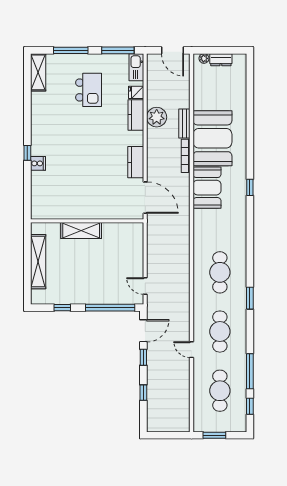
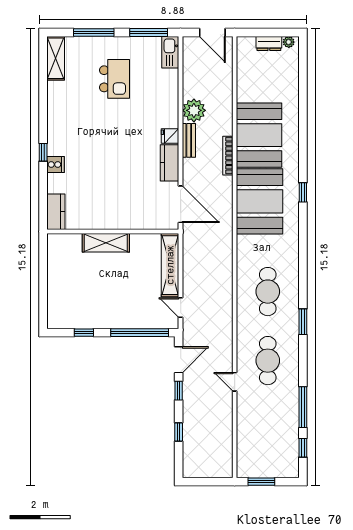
plant: (204, 58) -> (289, 42), moved
fridge: (136, 92) -> (170, 136), moved
kitchen counter: (136, 115) -> (56, 212), moved, turned 180
bench: (184, 123) -> (189, 140), moved
booth: (207, 188) -> (259, 201), width x1.36, depth x1.42
shelving: (38, 262) -> (170, 265), moved
cafe table: (220, 391) -> (268, 430), removed

